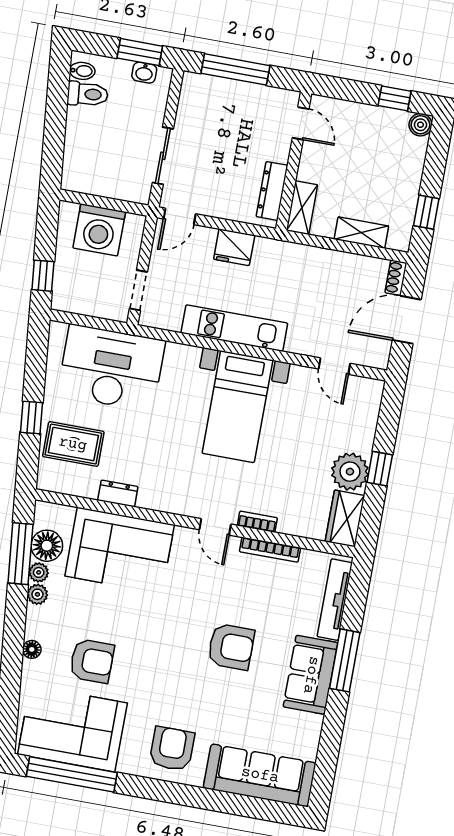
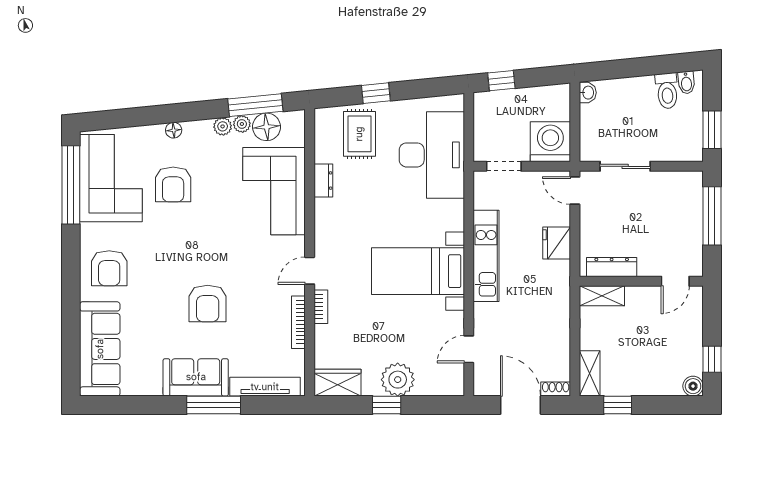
washbasin: (144, 73) -> (588, 93), moved, turned 180
washing machine: (99, 230) -> (550, 142), moved, turned 90
shelving: (361, 233) -> (590, 373), moved
plant: (350, 472) -> (398, 380), moved
armchair: (172, 749) -> (109, 268), turned 90

